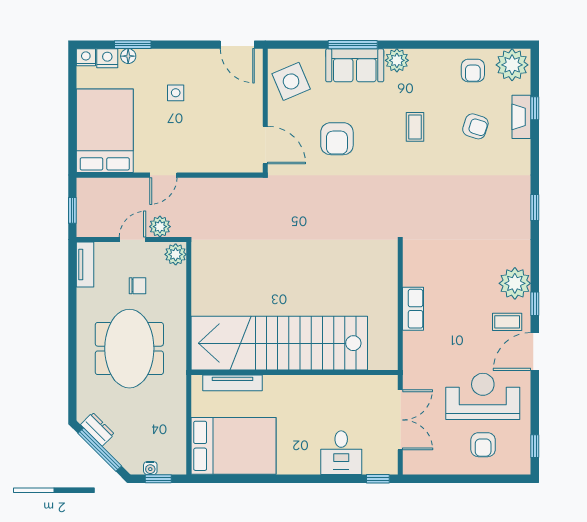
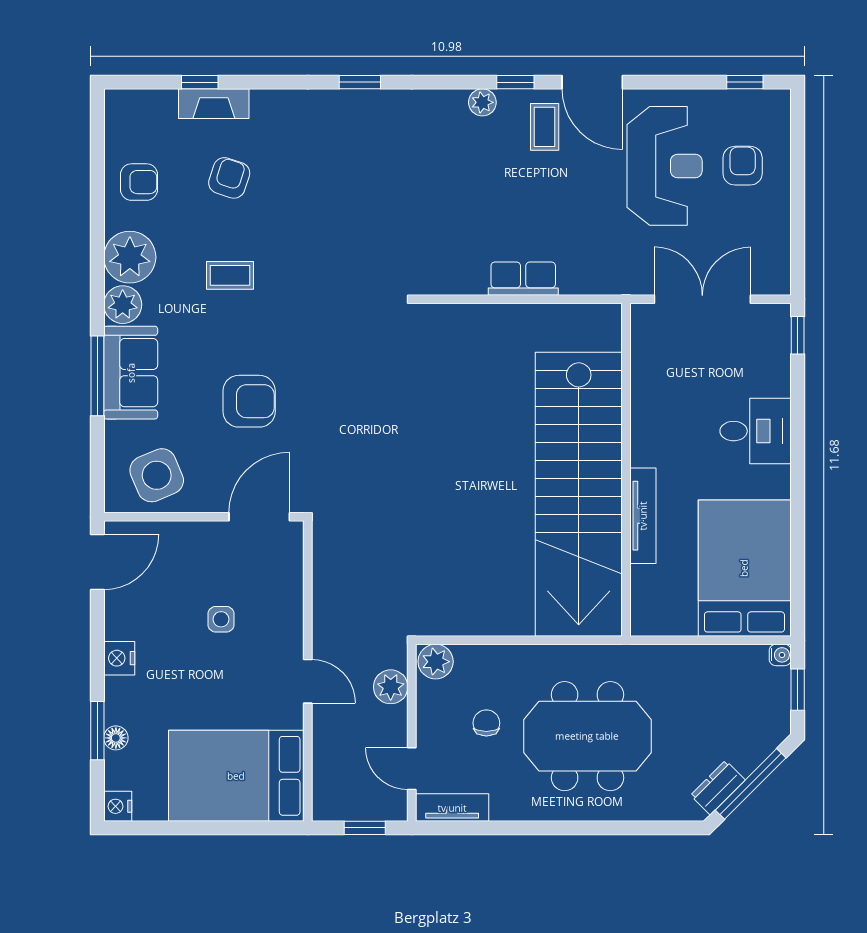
nightstand: (107, 58) -> (119, 658), moved
plant: (512, 65) -> (130, 257), moved
side table: (176, 93) -> (221, 619), moved
door: (132, 240) -> (412, 769), moved
plant: (515, 283) -> (482, 102), width x0.53, depth x0.53
tv unit: (233, 383) -> (643, 516), moved
reception desk: (483, 396) -> (665, 166), turned 180
armchair: (483, 445) -> (743, 166), turned -90
desk: (341, 453) -> (756, 431), moved
water cooler: (150, 468) -> (780, 655), moved

